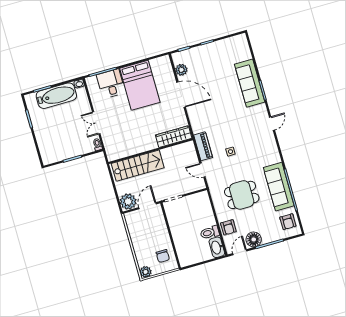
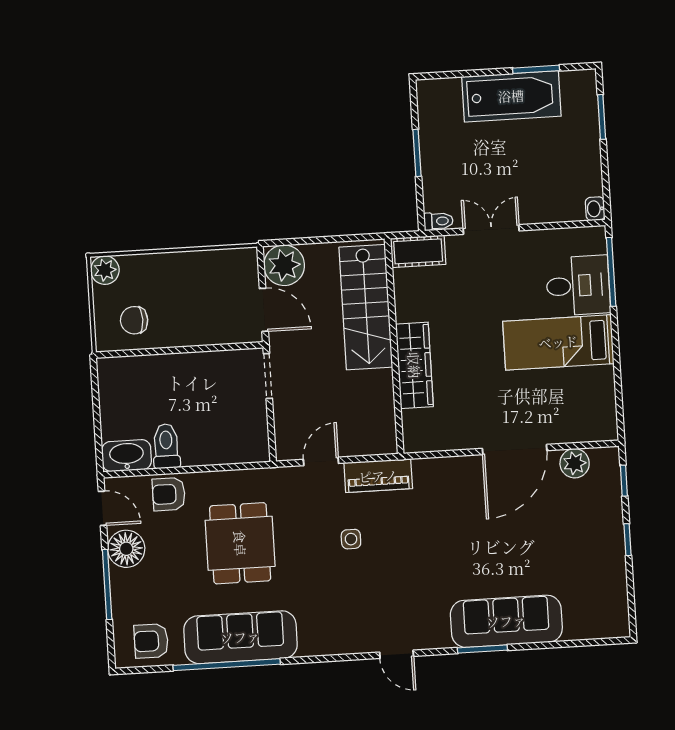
bed: (140, 85) -> (558, 342), width x0.67
bathtub: (56, 96) -> (511, 96), moved, turned -90
wardrobe: (174, 137) -> (414, 365), moved
cot: (111, 150) -> (418, 251), added

